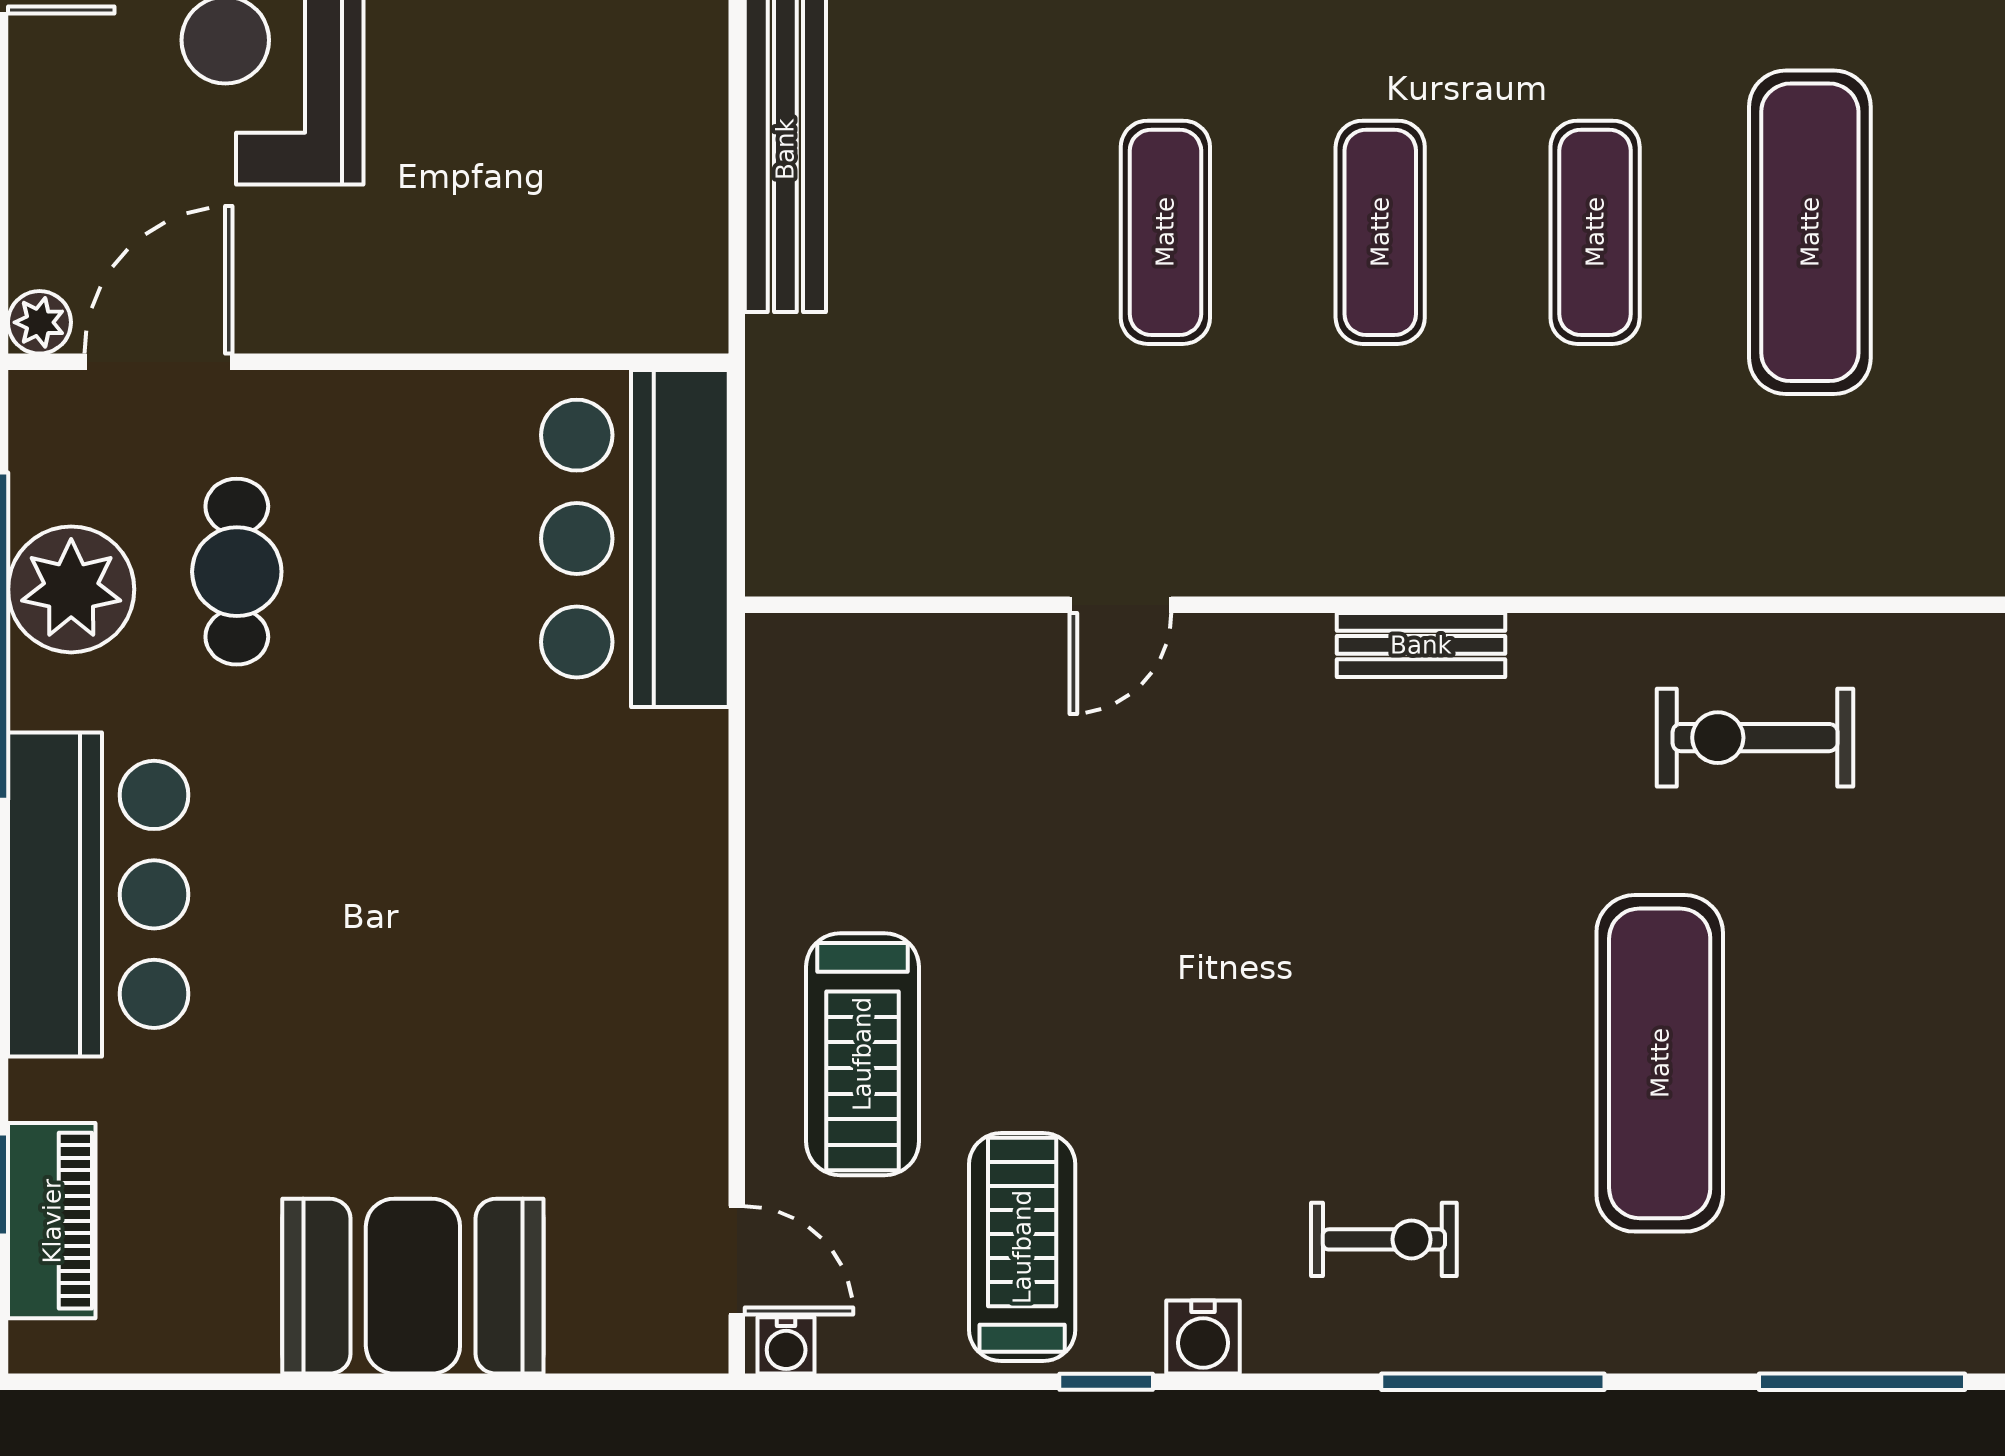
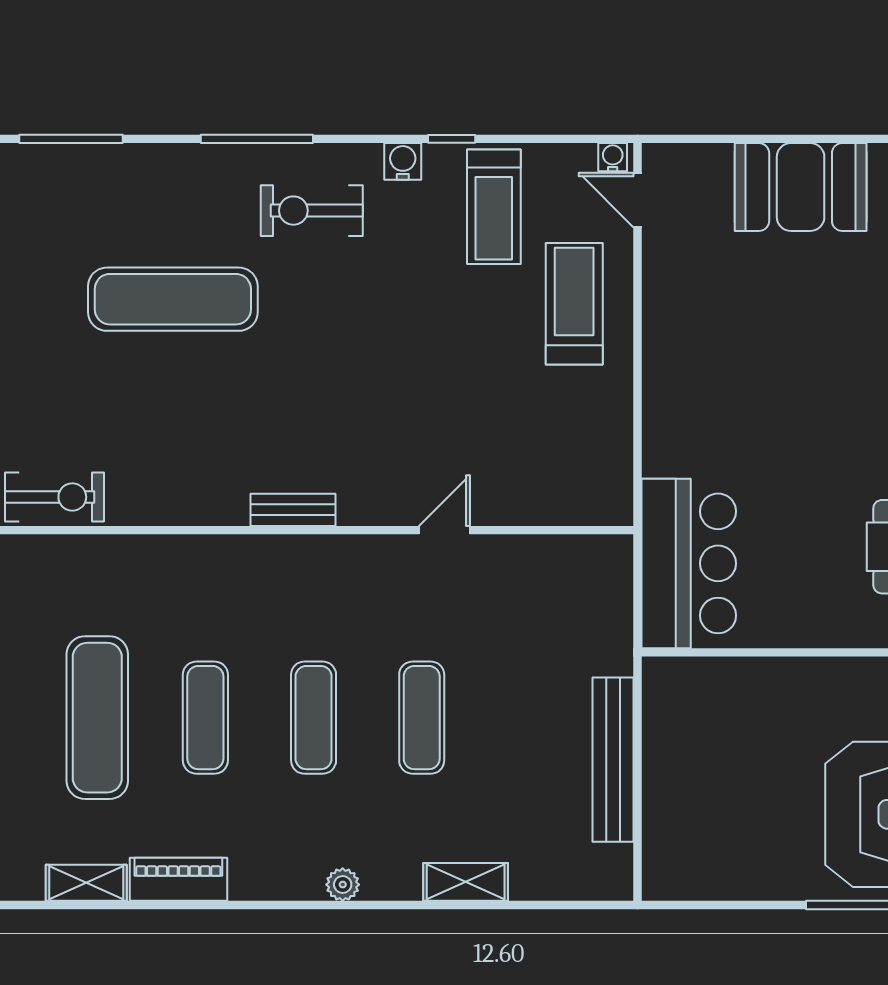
exercise bike: (1755, 738) -> (55, 497), moved
exercise mat: (1660, 1063) -> (173, 299), turned 90
exercise bike: (1384, 1239) -> (312, 211), width x1.38, depth x1.39

